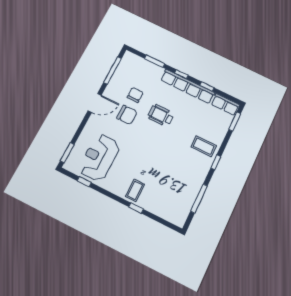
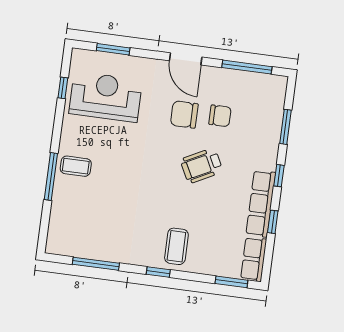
row of seats: (188, 86) -> (261, 204), width x0.73
chair: (127, 115) -> (184, 114), turned 90
wheelchair: (161, 115) -> (202, 166), turned -117
window: (67, 153) -> (113, 49), moved
window: (136, 208) -> (51, 176), width x2.17

